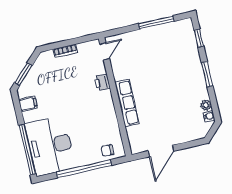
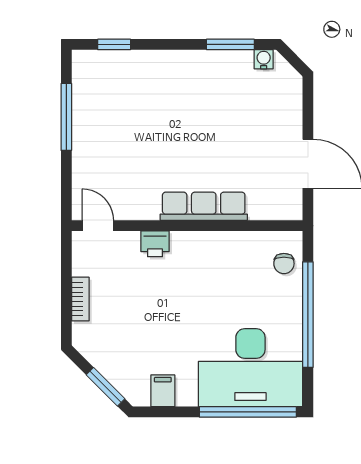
window: (207, 74) -> (230, 44), moved
plant: (206, 105) -> (242, 60), removed

